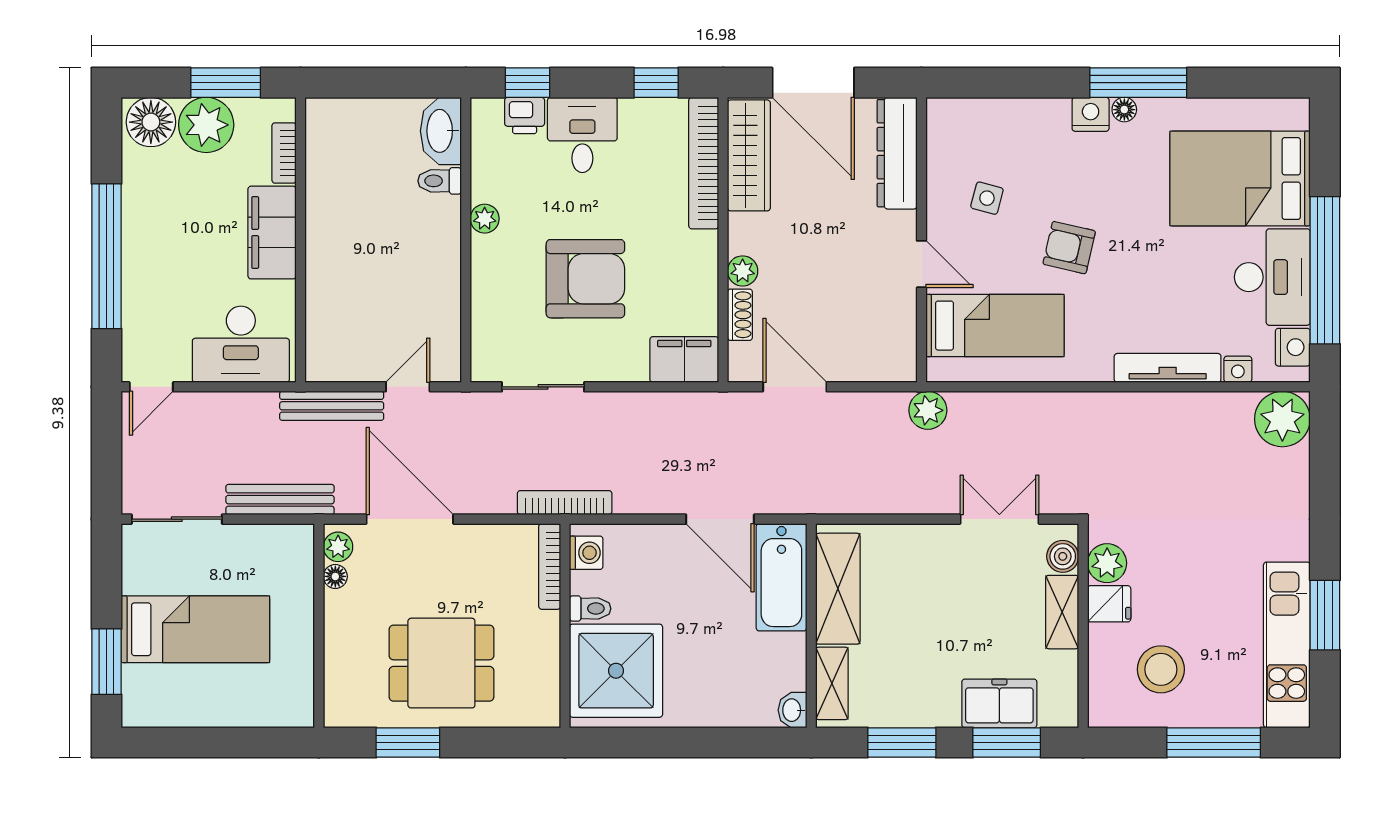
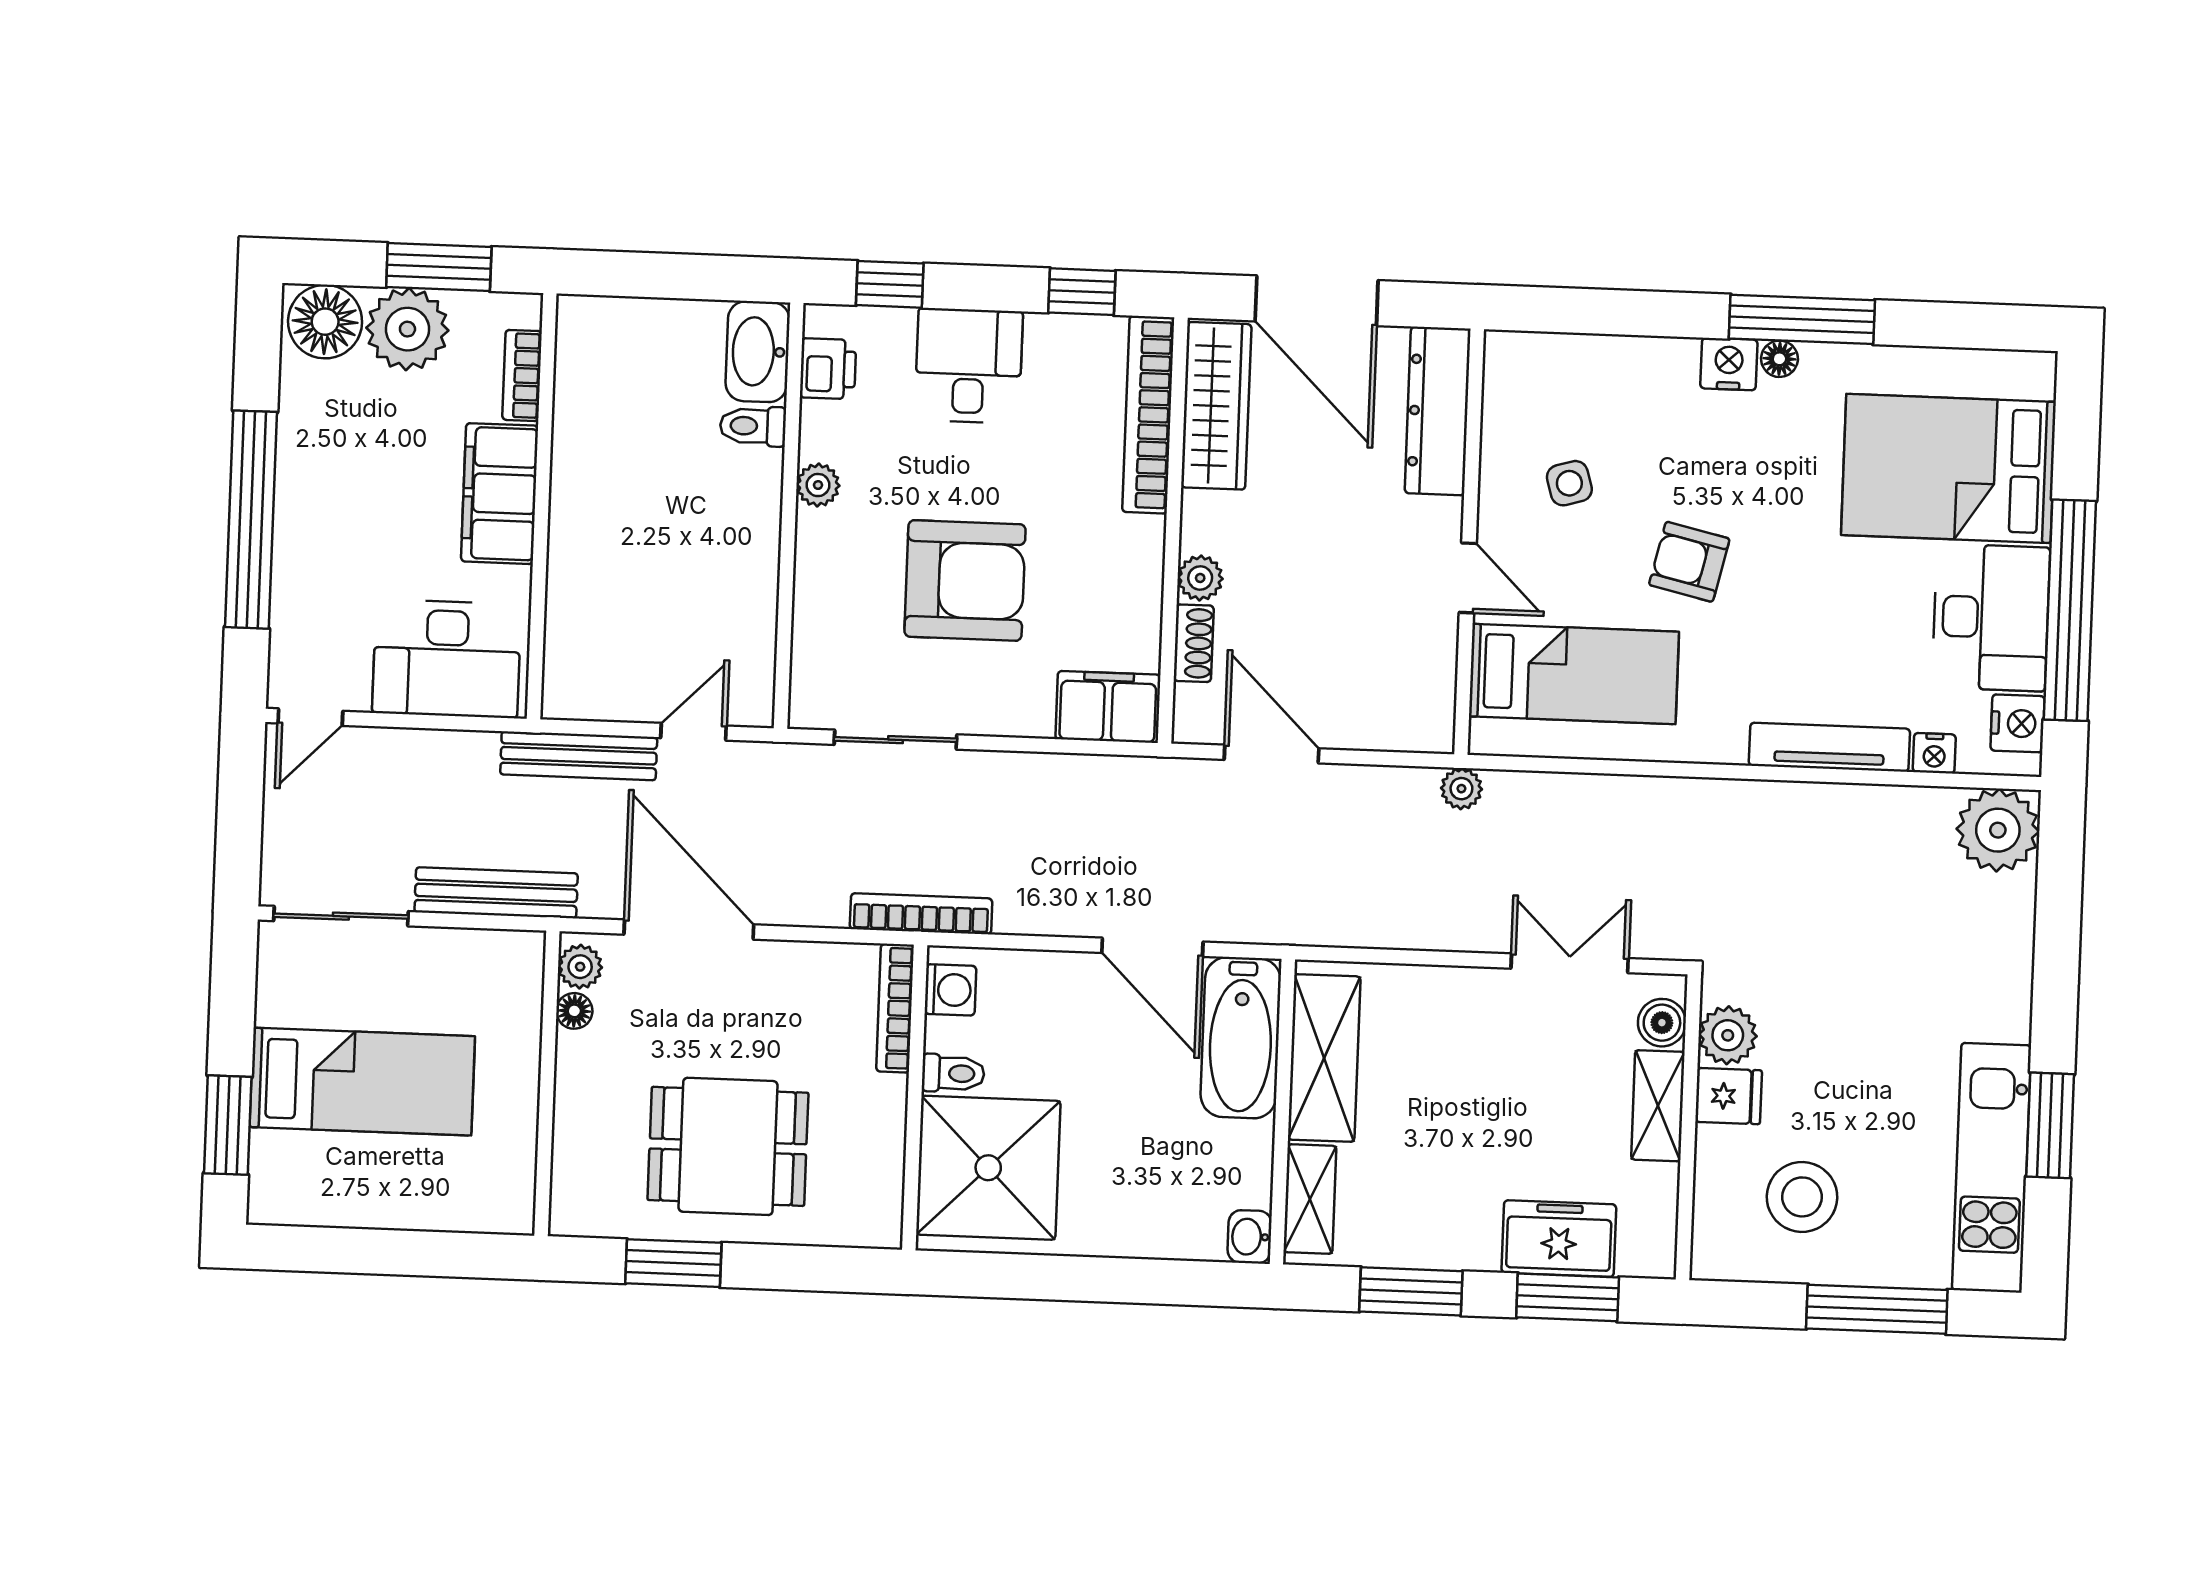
printer: (525, 115) -> (828, 369), moved, turned -90
side table: (987, 198) -> (1569, 483), turned -31
plant: (928, 410) -> (1461, 789), width x0.73, depth x0.73

